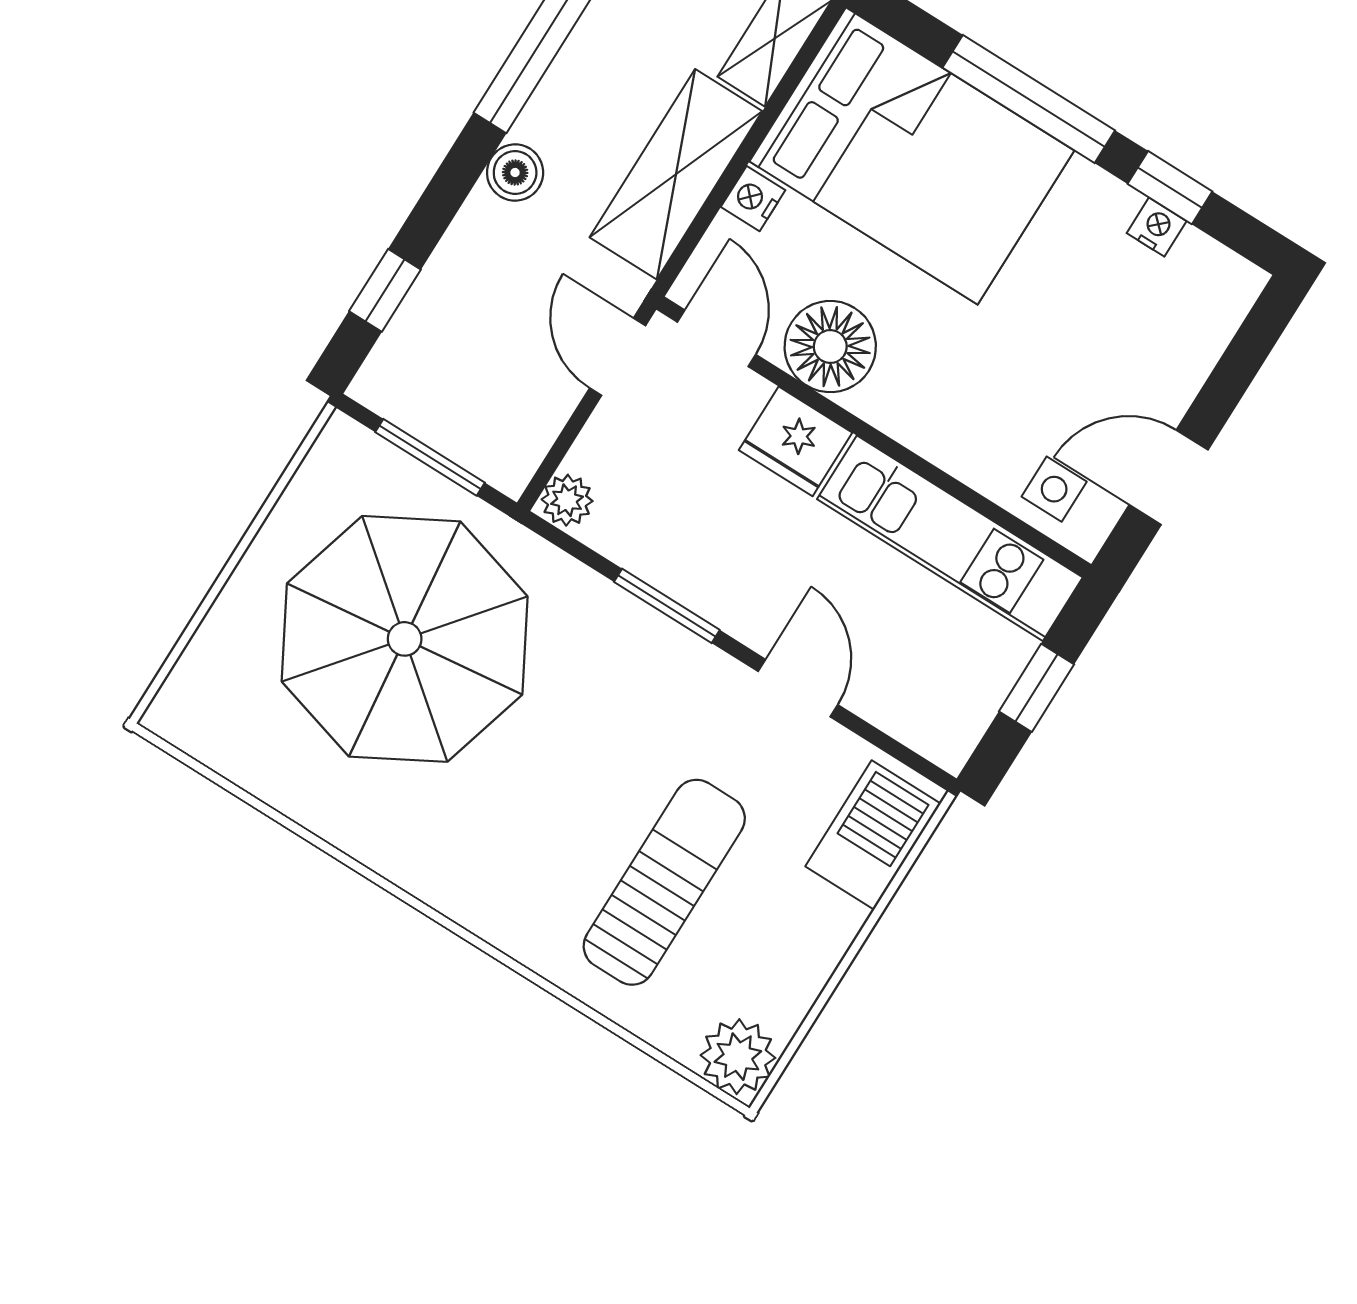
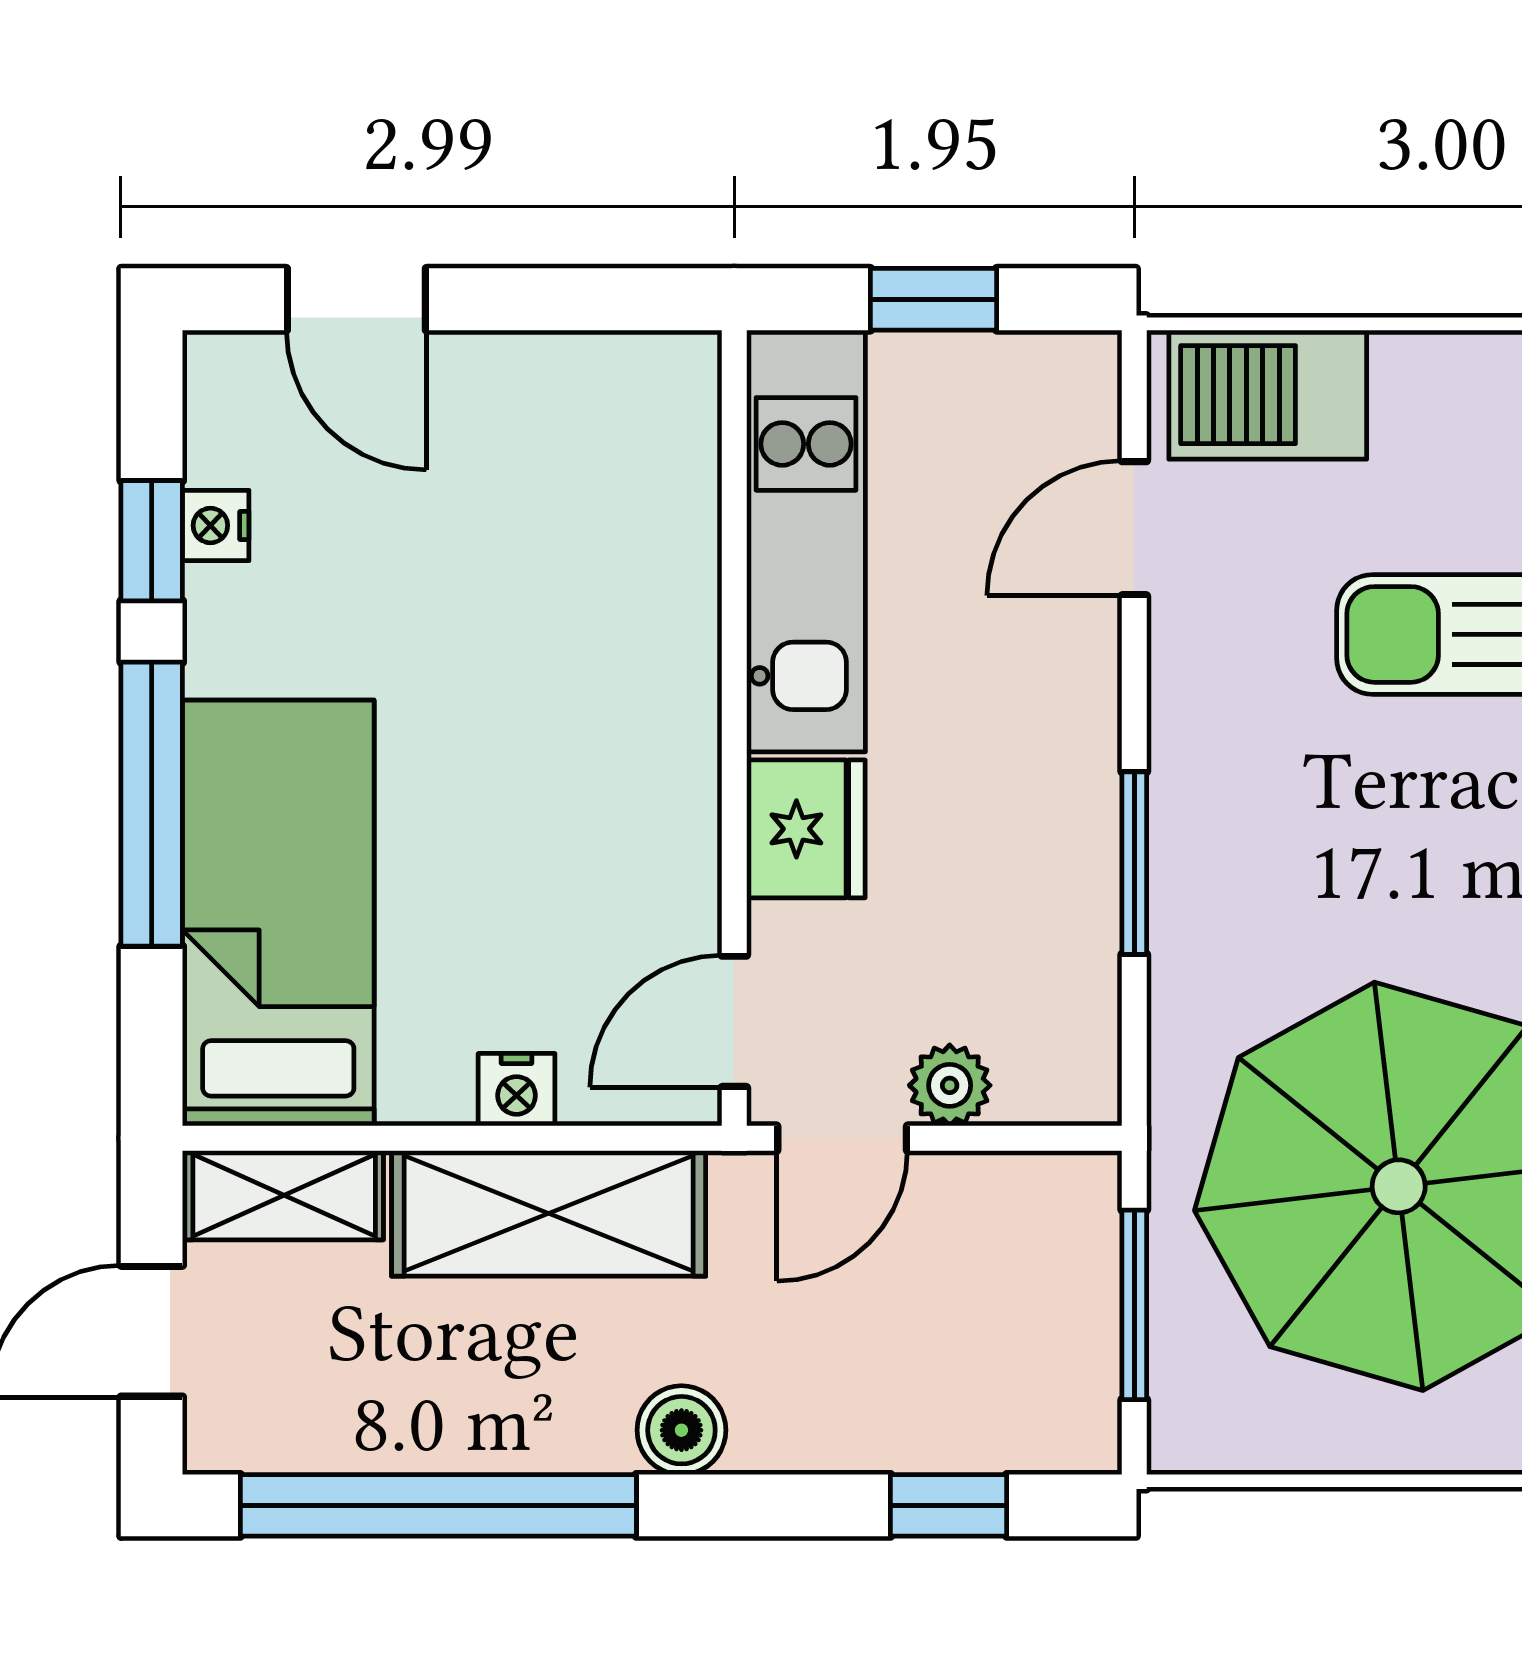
bed: (912, 156) -> (278, 913), width x0.67
floor lamp: (830, 347) -> (650, 862), removed
door: (1169, 477) -> (356, 299), moved
side table: (1054, 489) -> (653, 443), removed
plant: (567, 500) -> (950, 1085), moved
door: (798, 688) -> (1134, 528), moved

